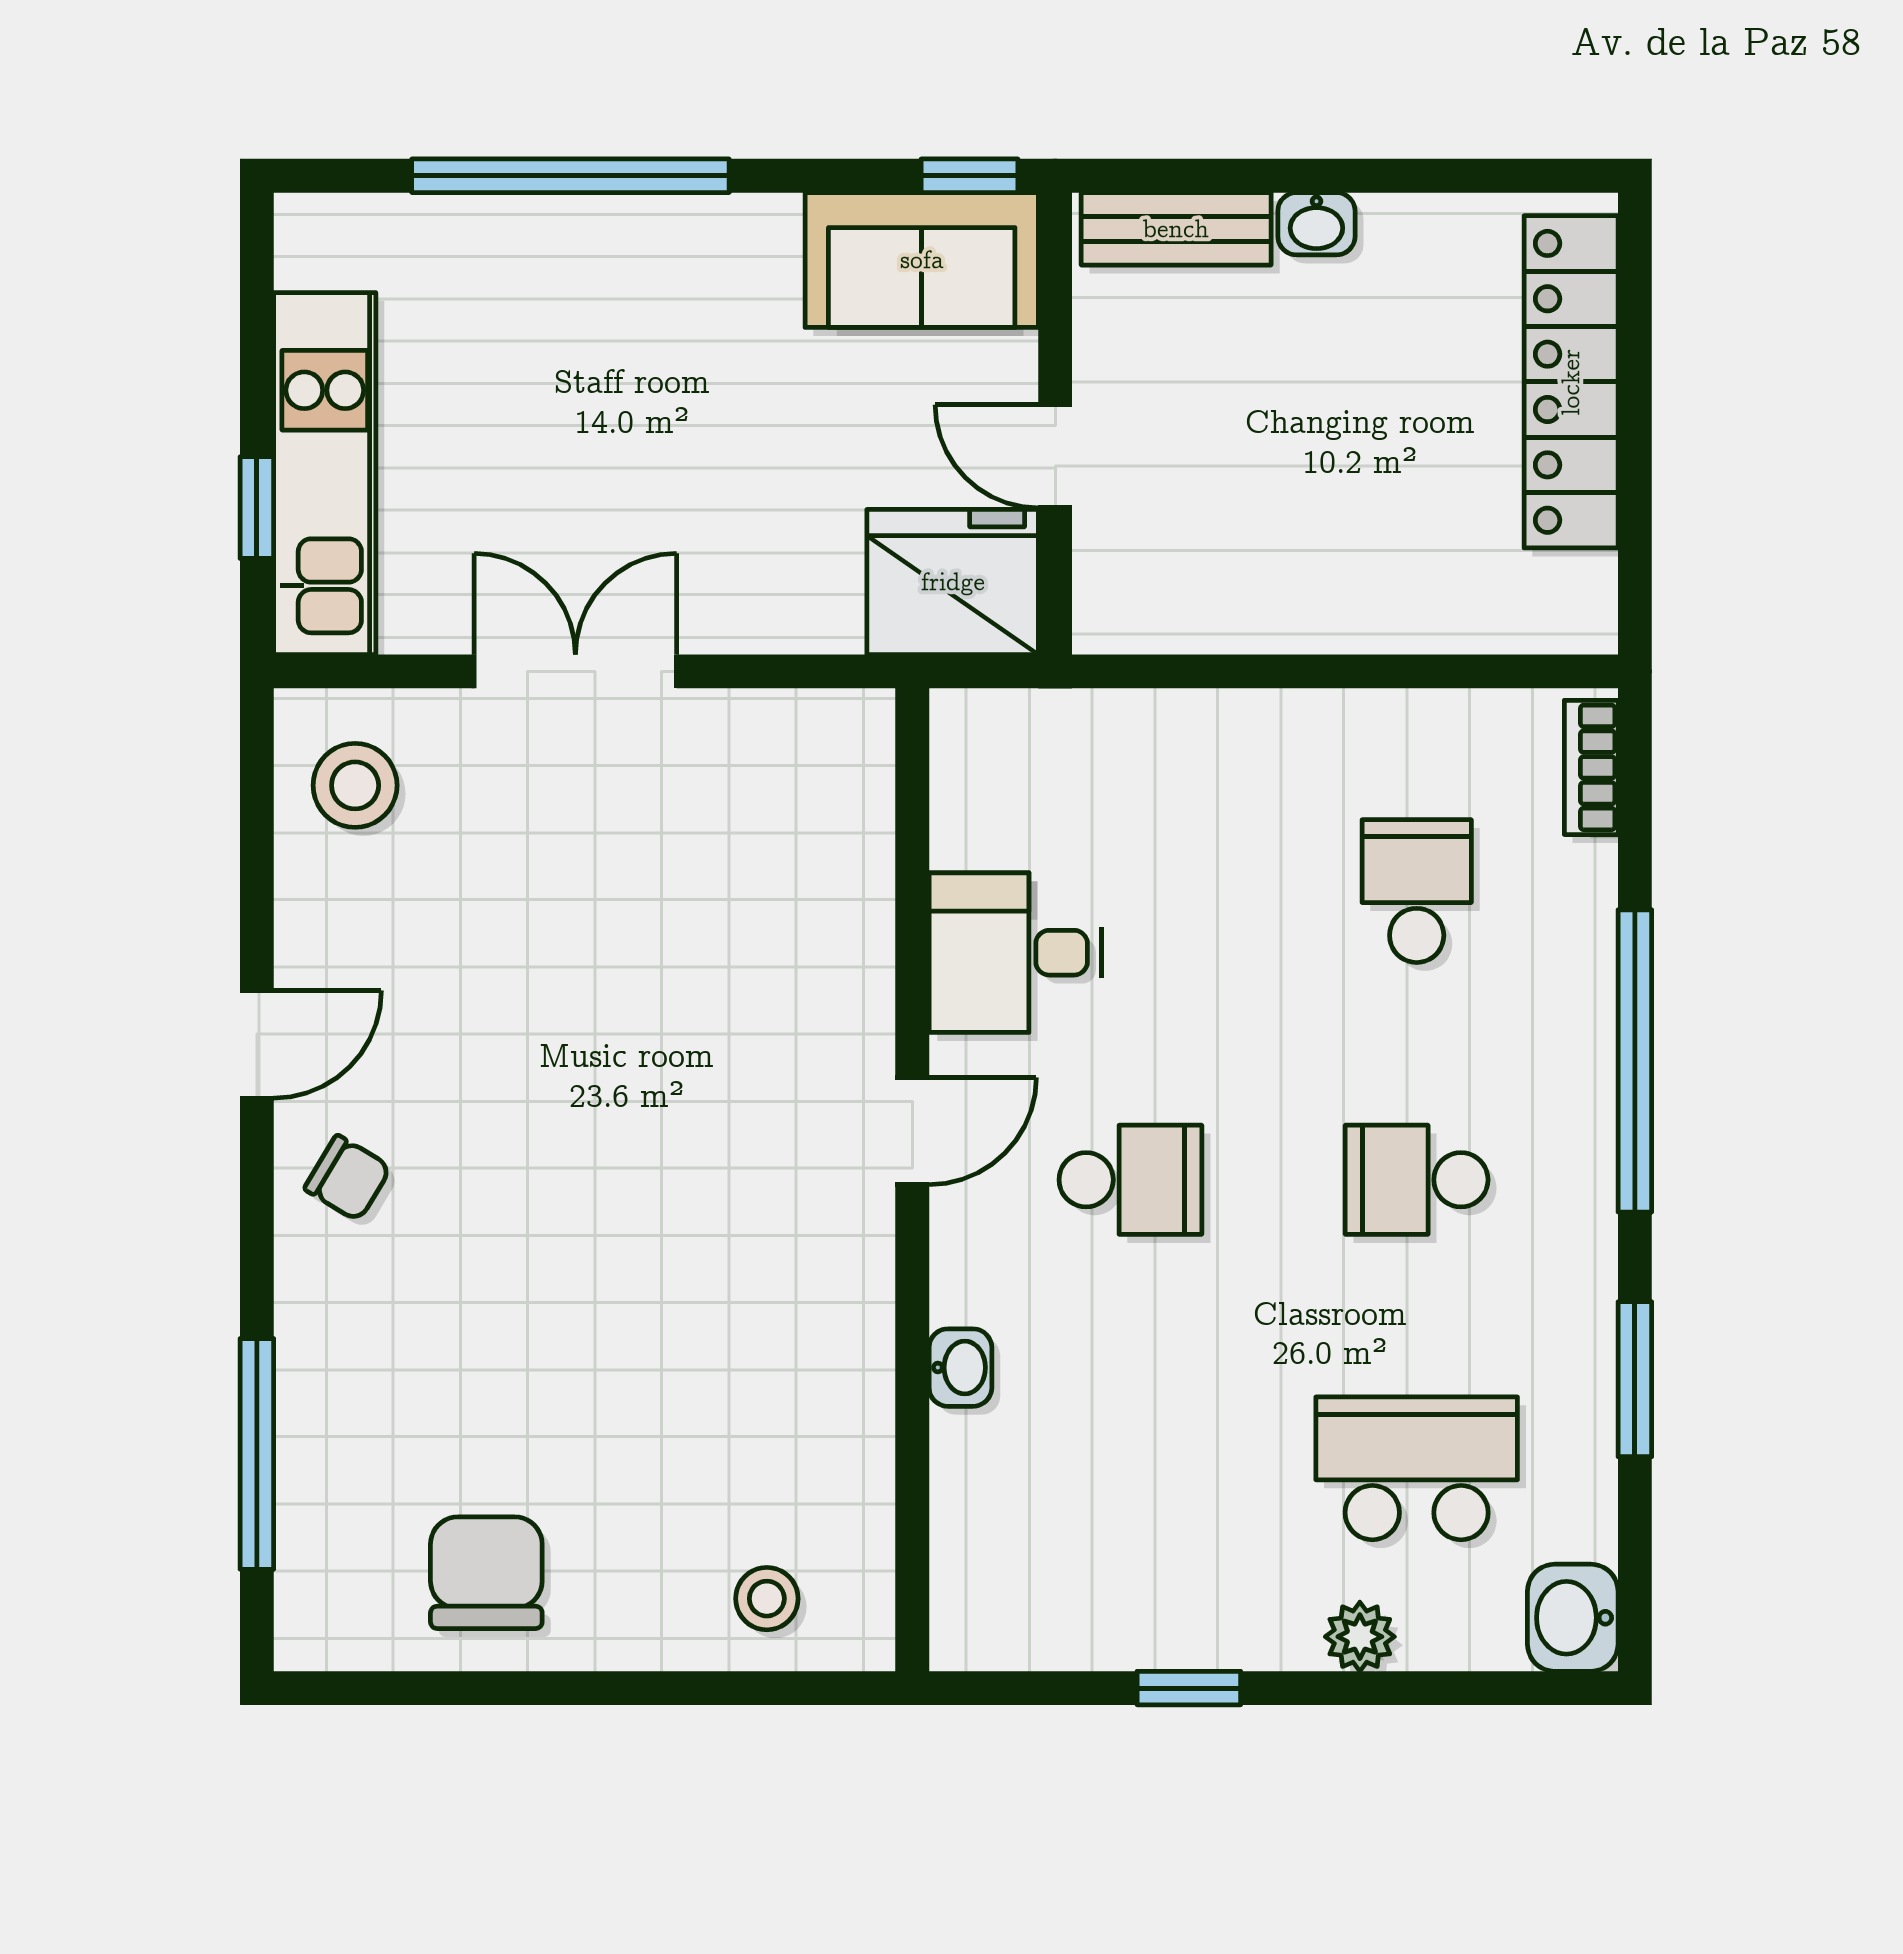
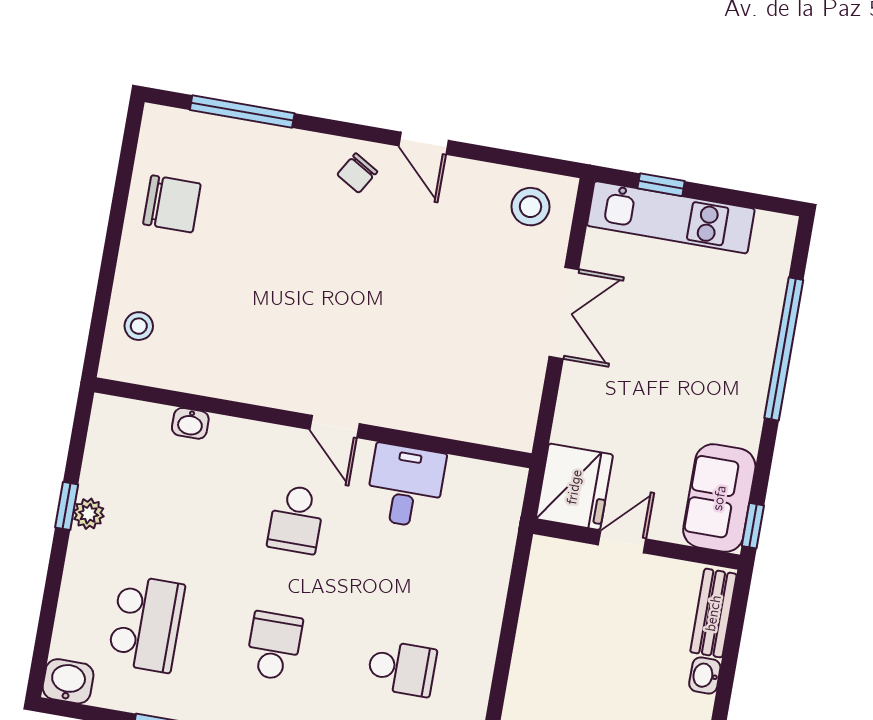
washbasin: (960, 1368) -> (190, 423), moved
plant: (1360, 1637) -> (89, 514), moved

